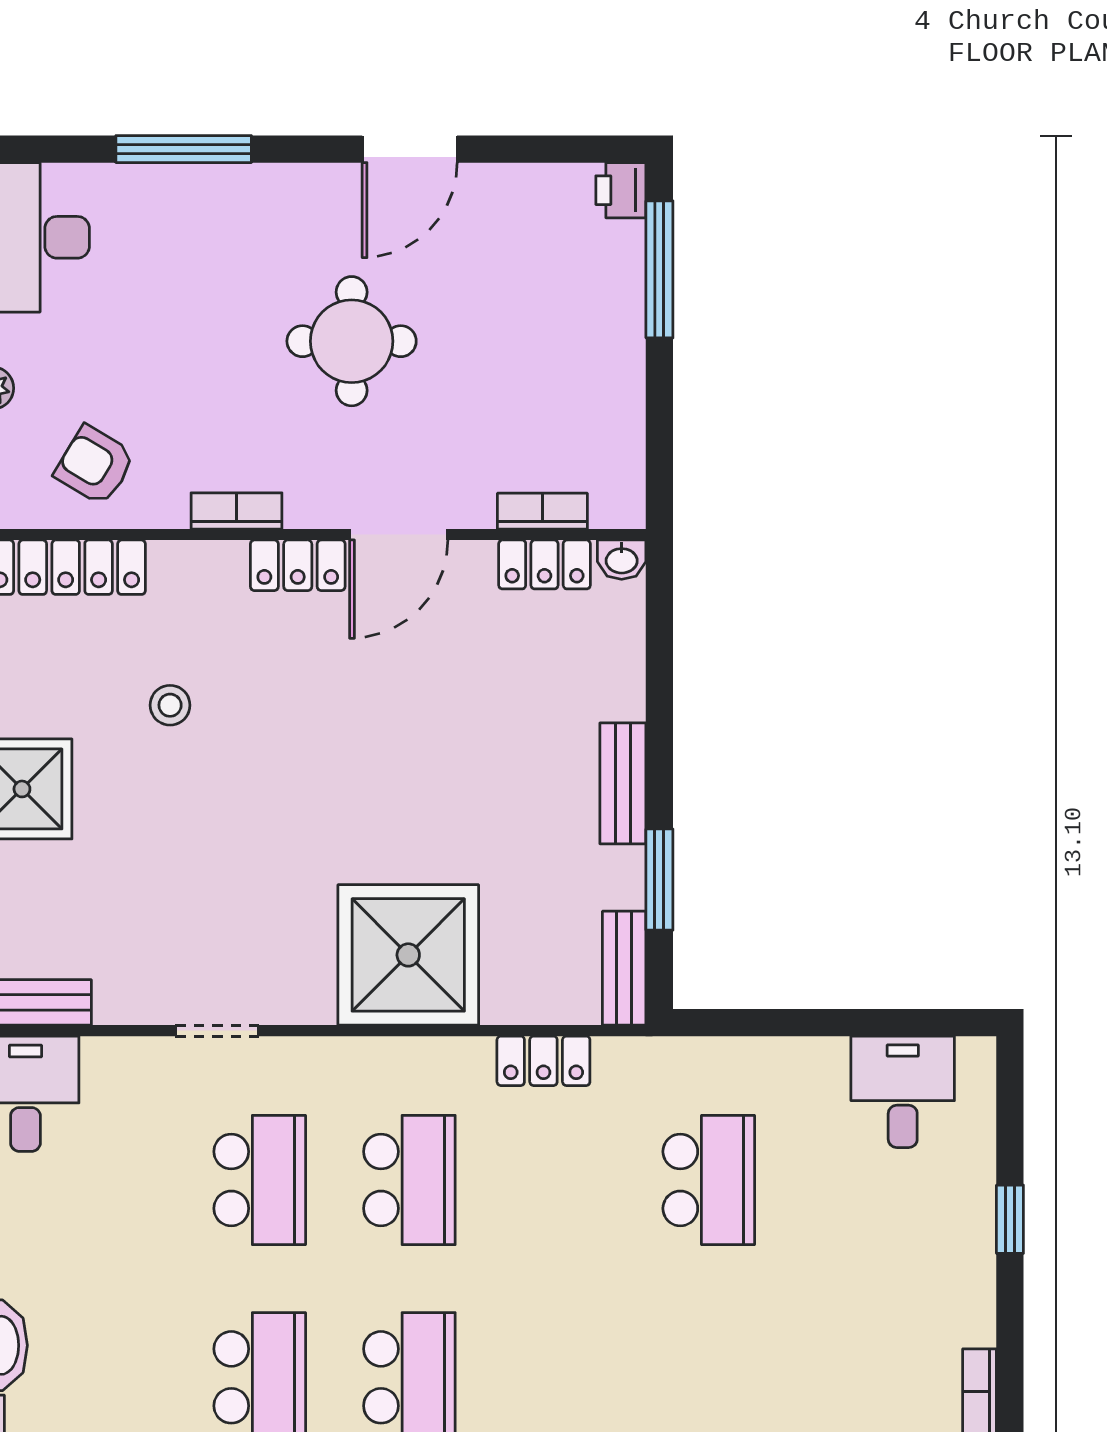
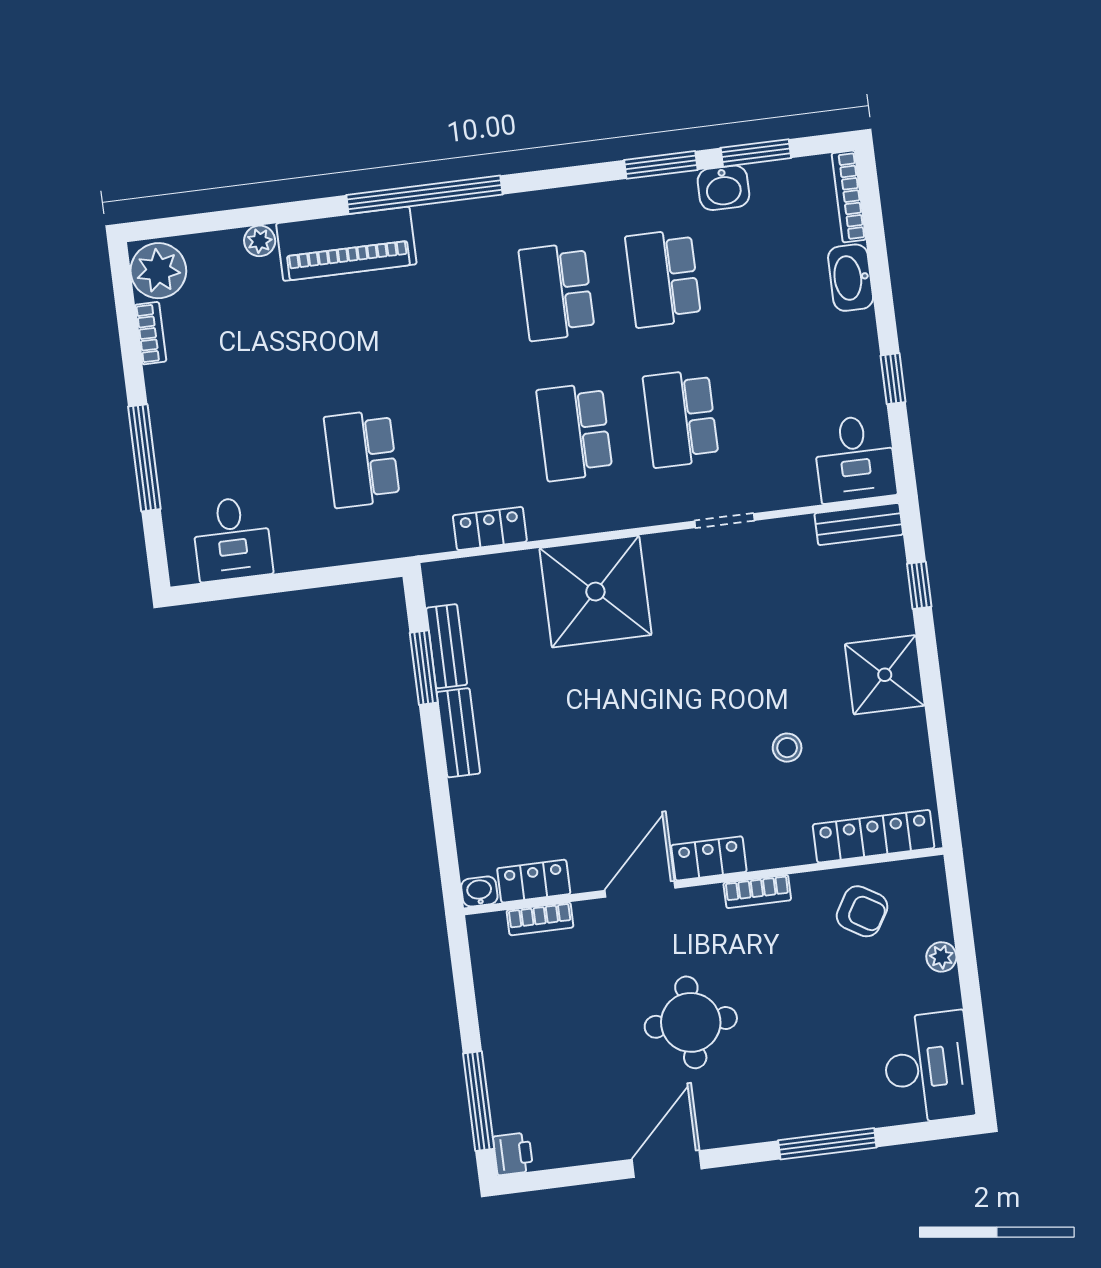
bench: (624, 968) -> (447, 646), moved
window: (1010, 1219) -> (144, 458), width x2.17

